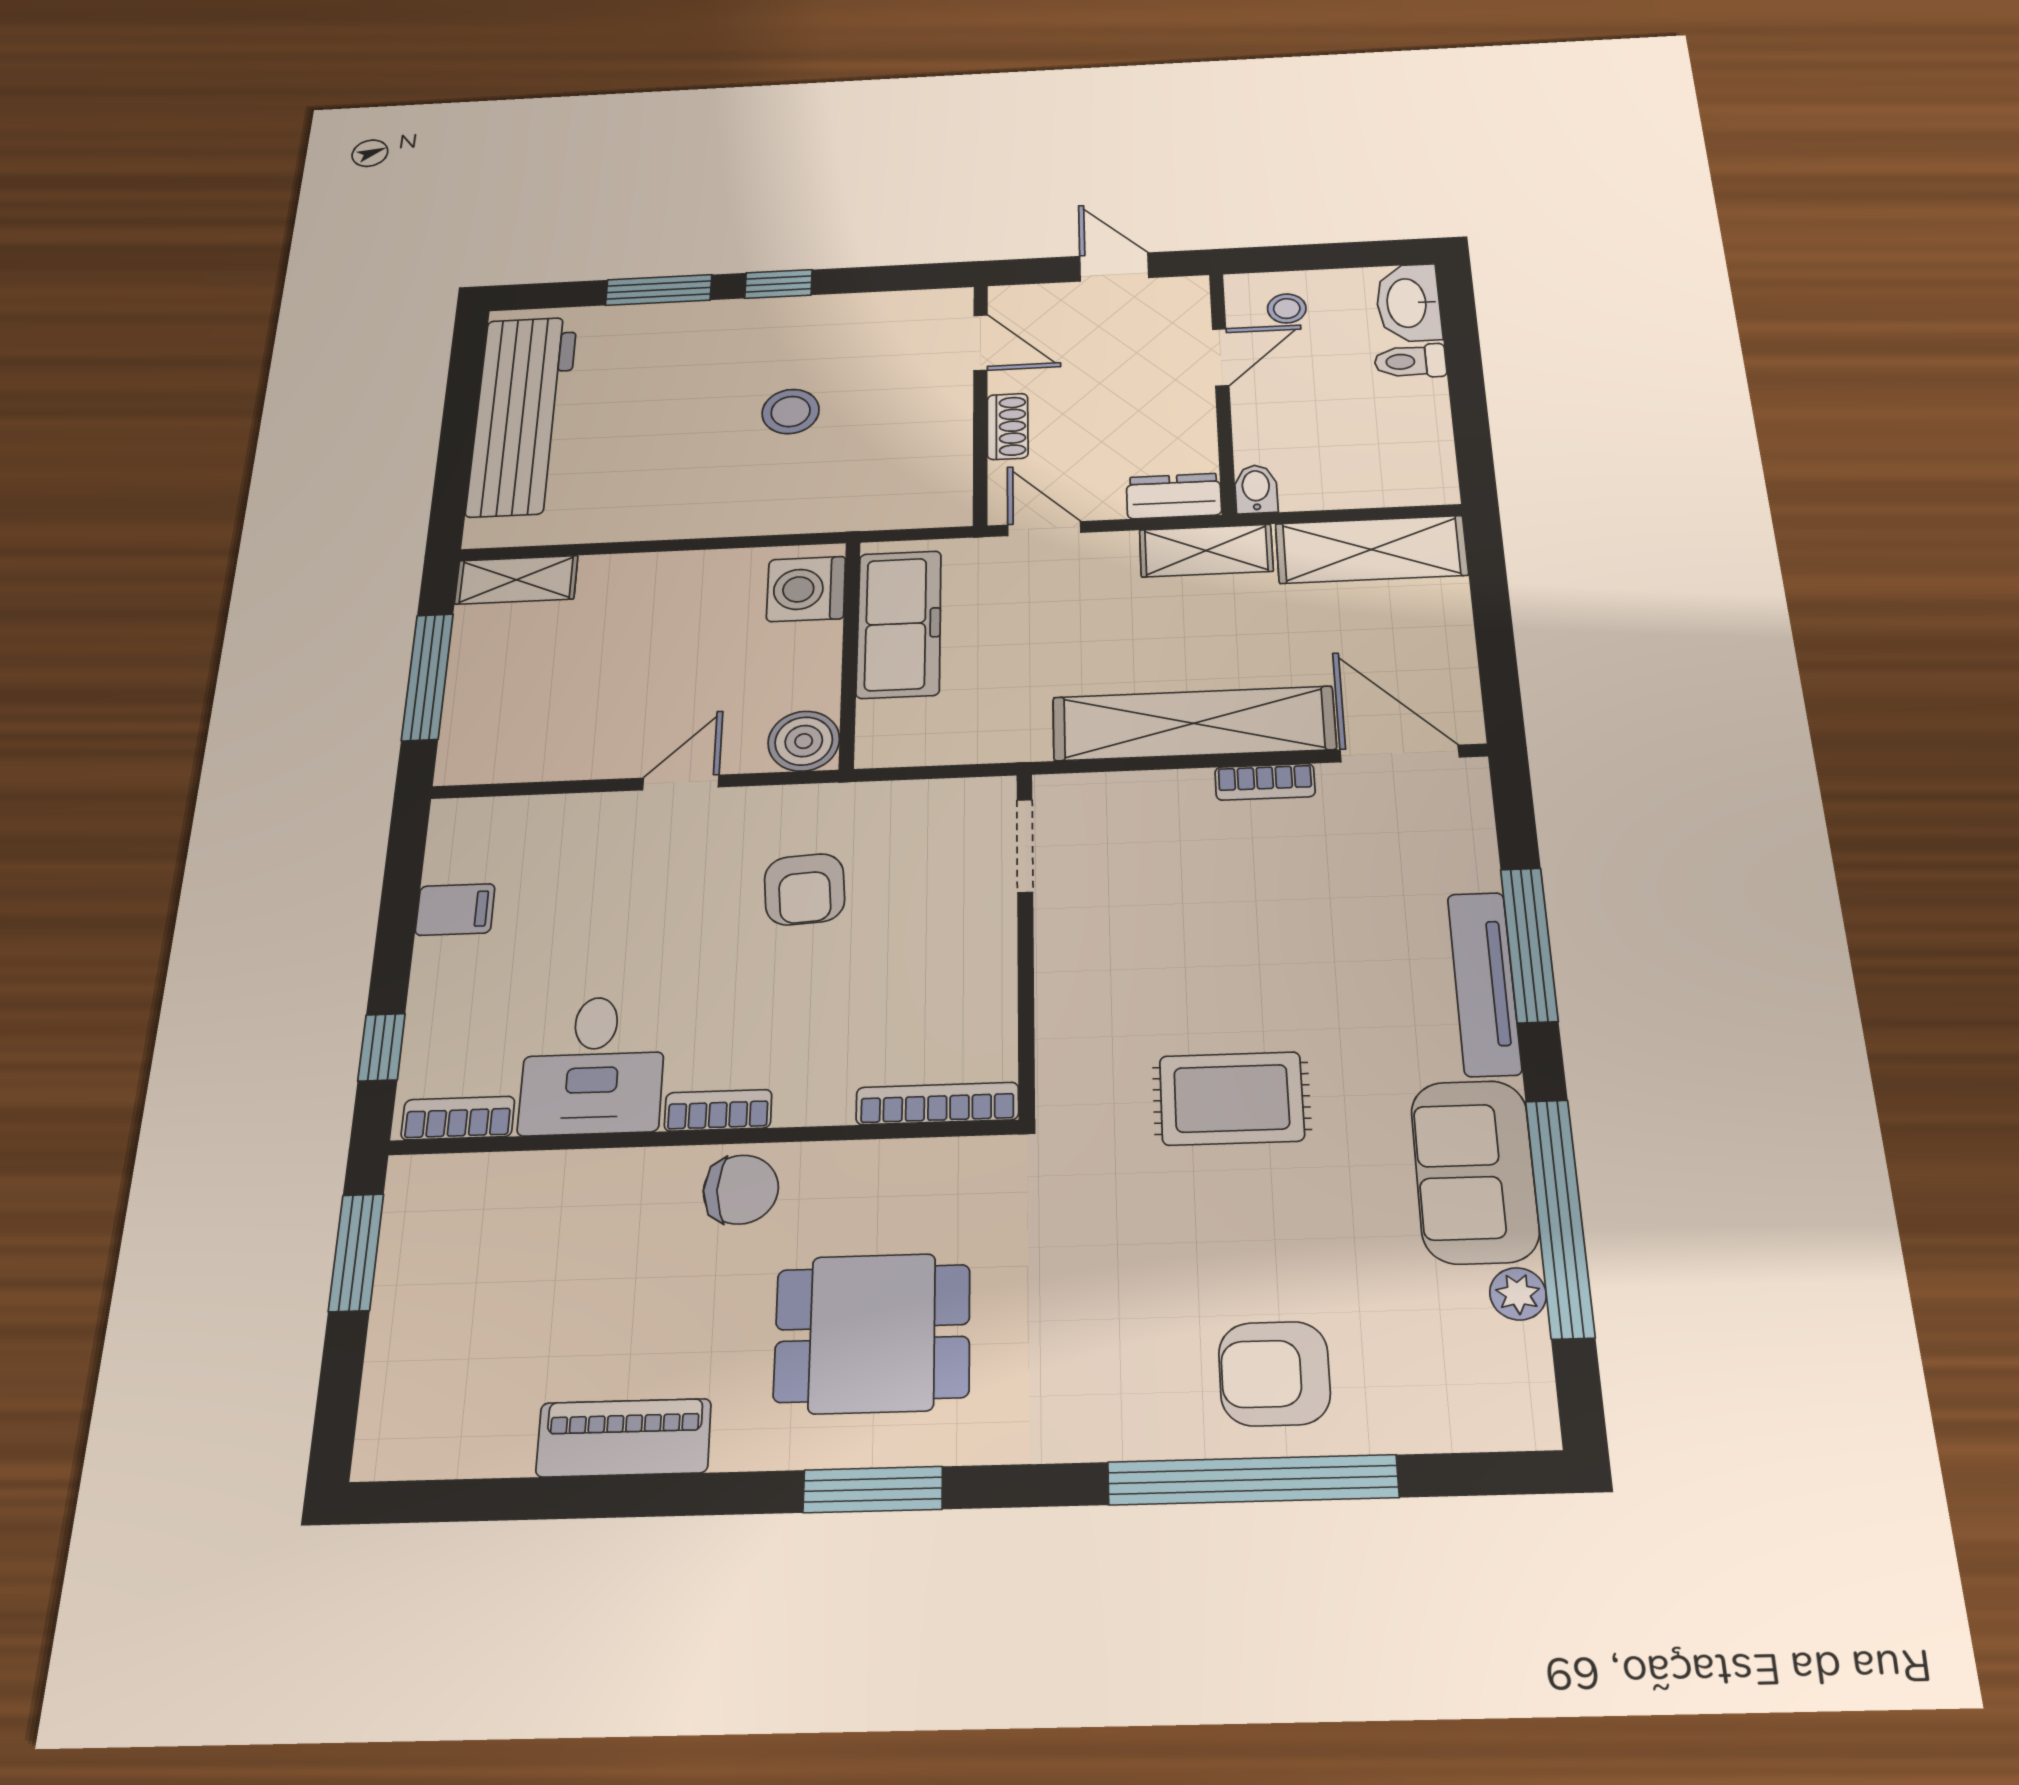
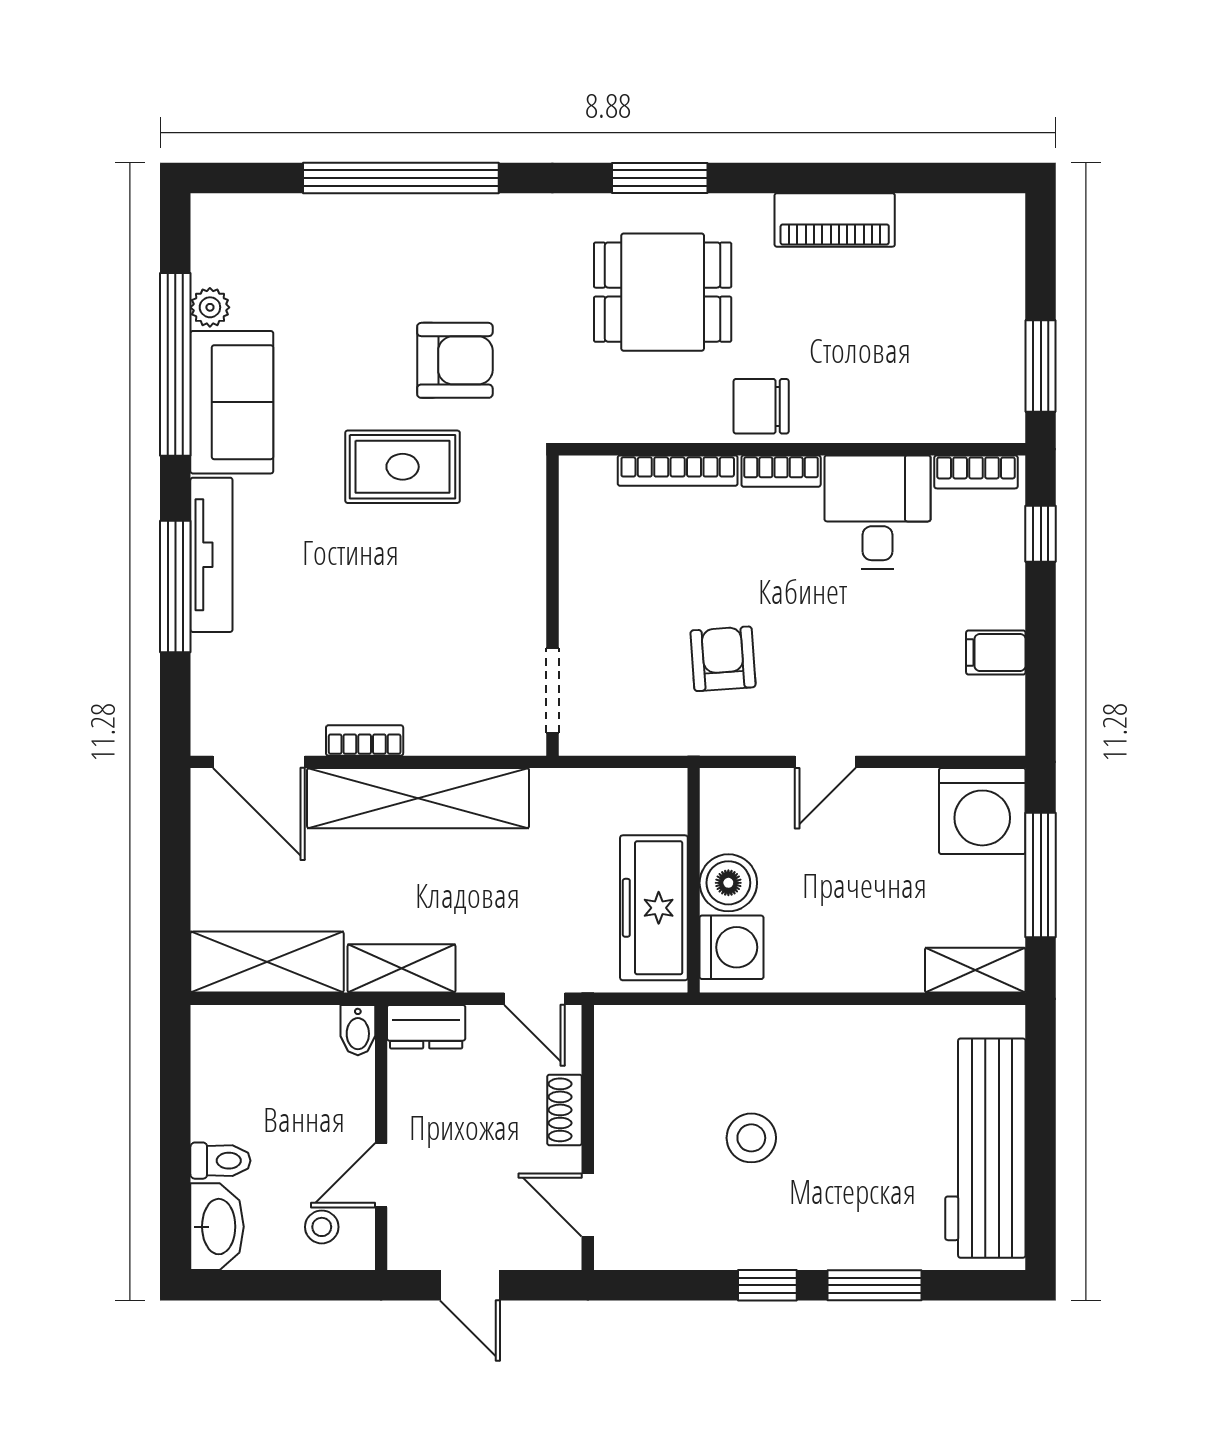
washing machine: (491, 739) -> (982, 811), added
boiler: (804, 741) -> (728, 883), moved
bookcase: (937, 1104) -> (678, 471), moved
armchair: (1274, 1374) -> (455, 360), moved

